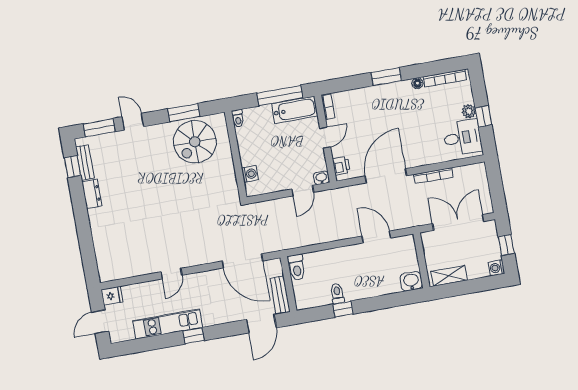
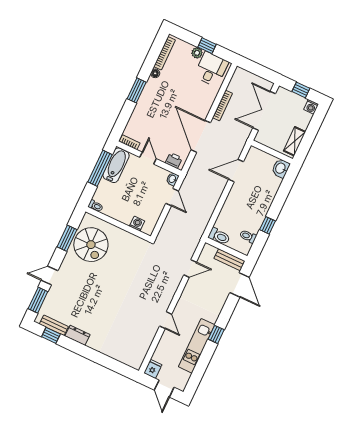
door: (242, 261) -> (190, 268), width x0.53
toilet: (337, 294) -> (248, 236), moved

